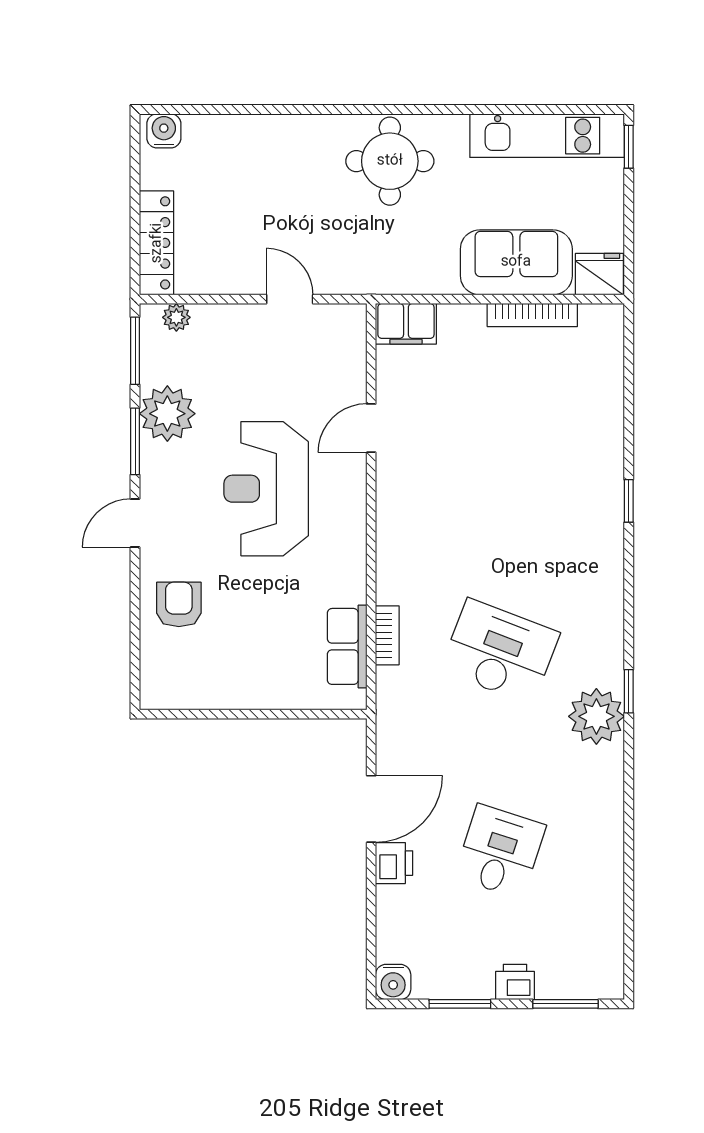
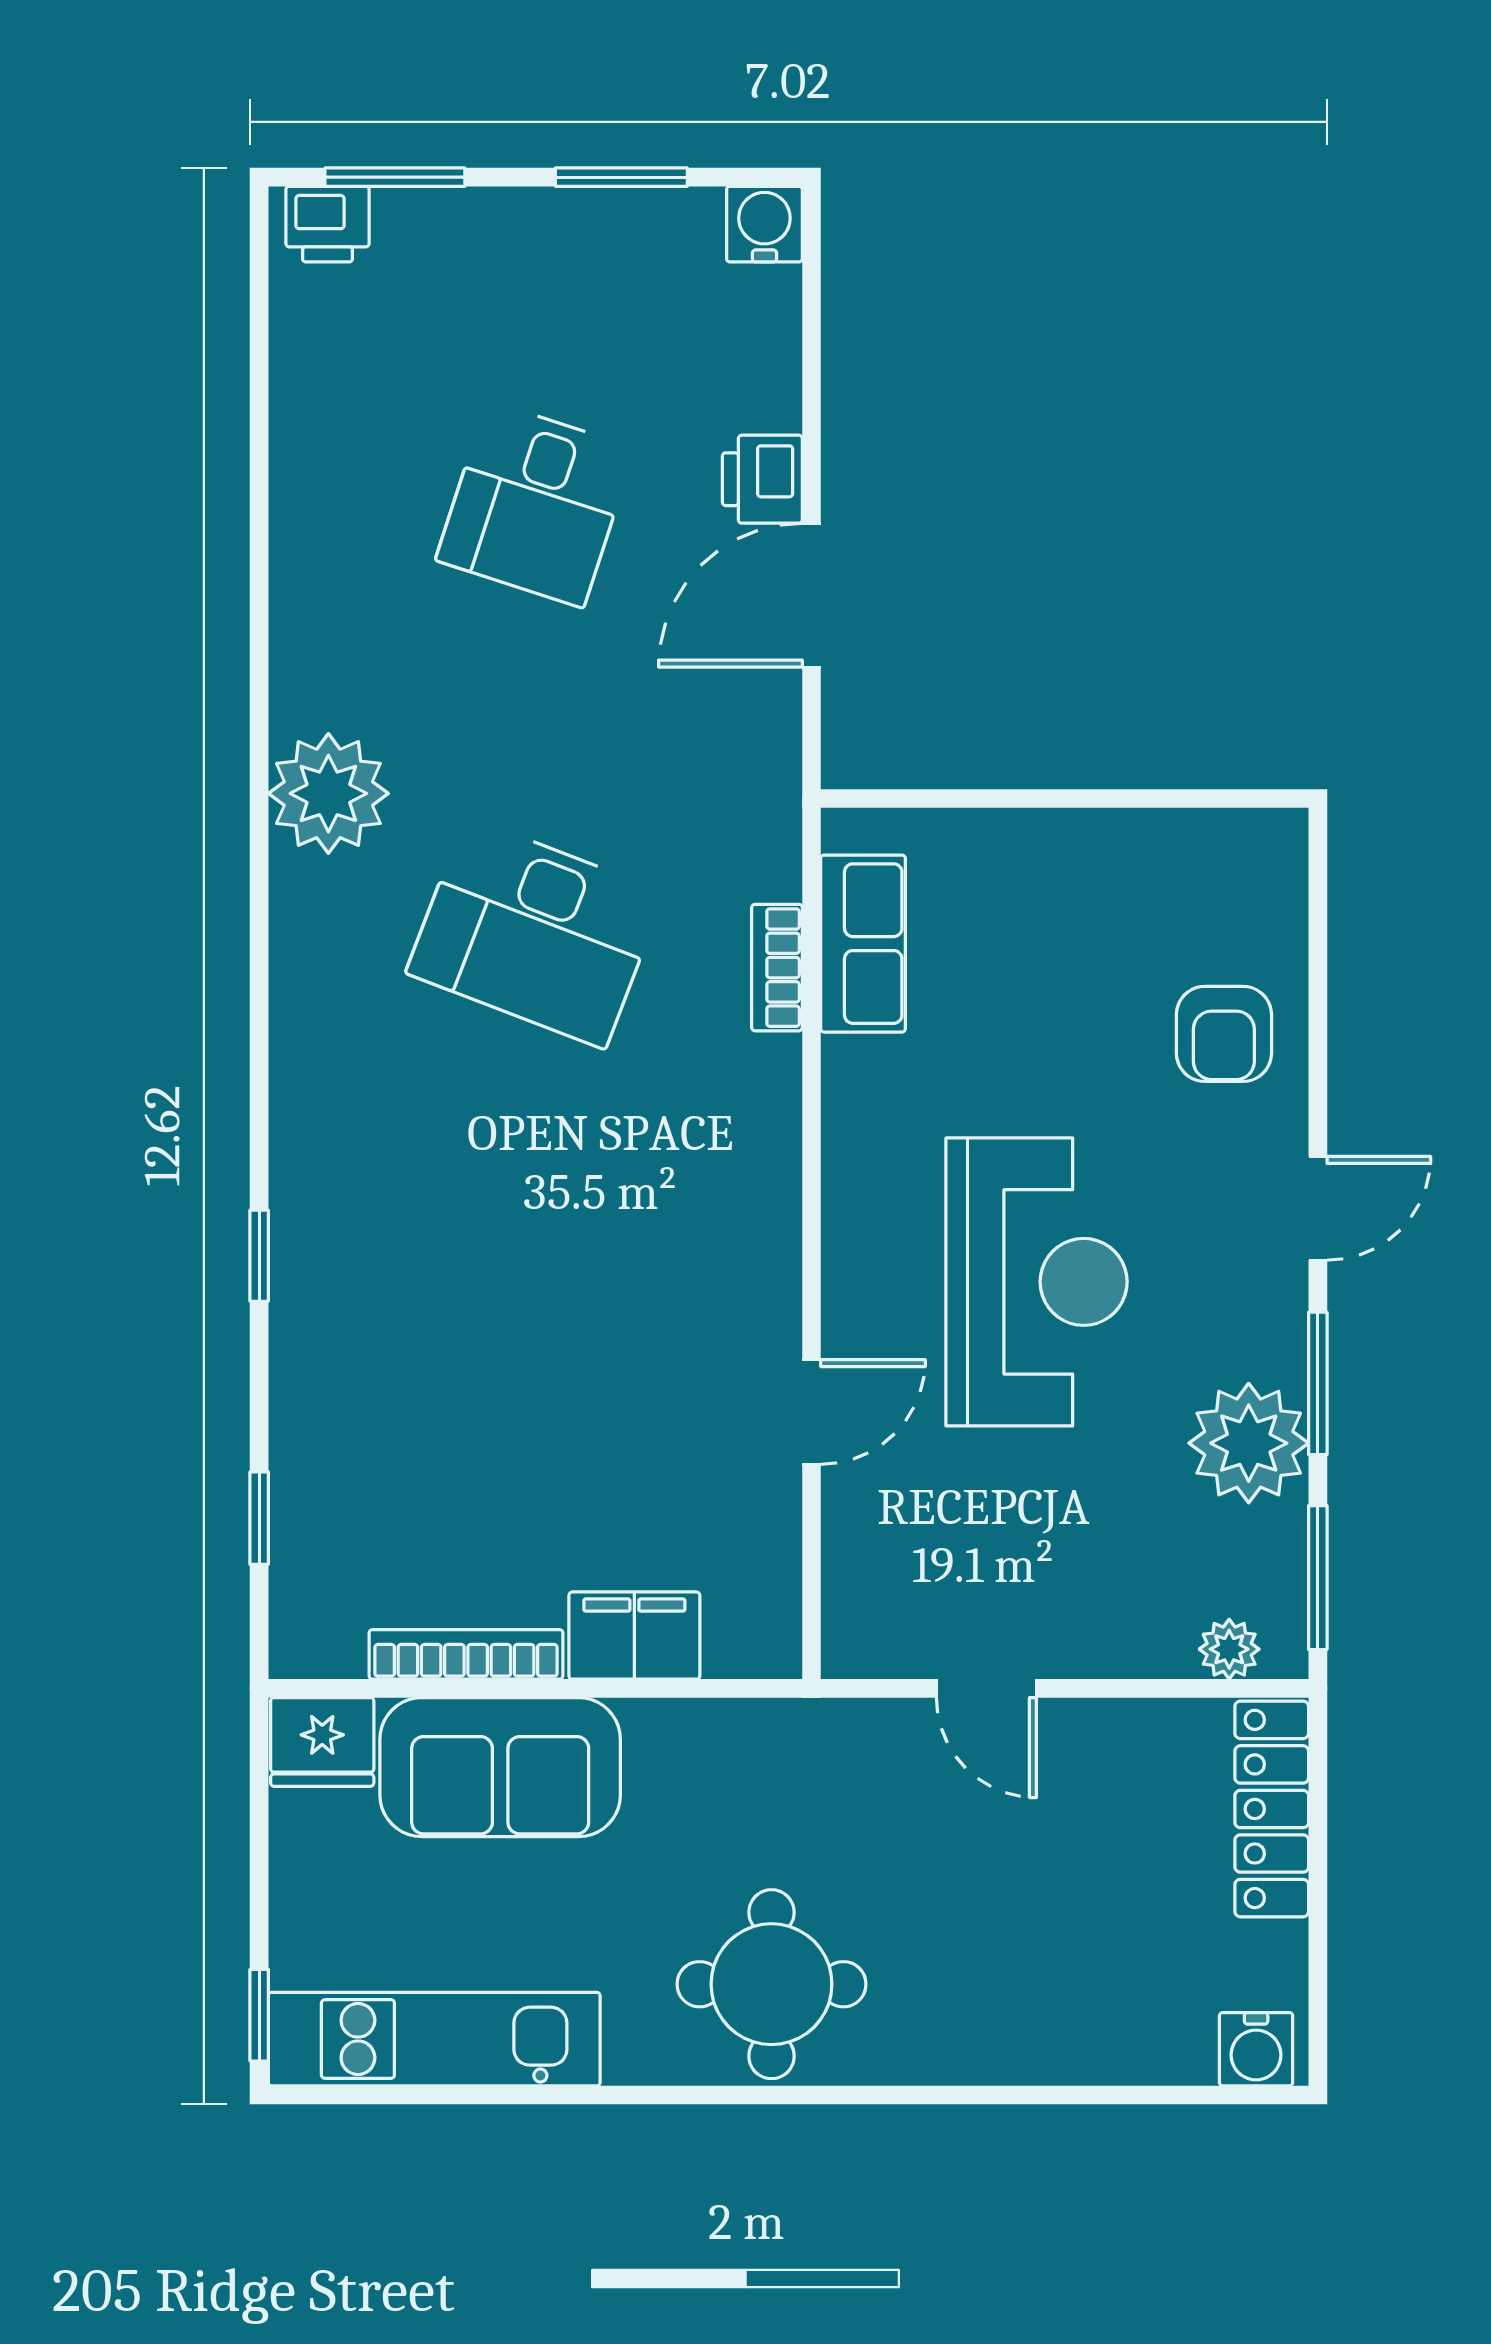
filing cabinet: (406, 324) -> (634, 1636), moved
window: (629, 691) -> (259, 1518), moved
printer: (515, 982) -> (327, 224), moved

